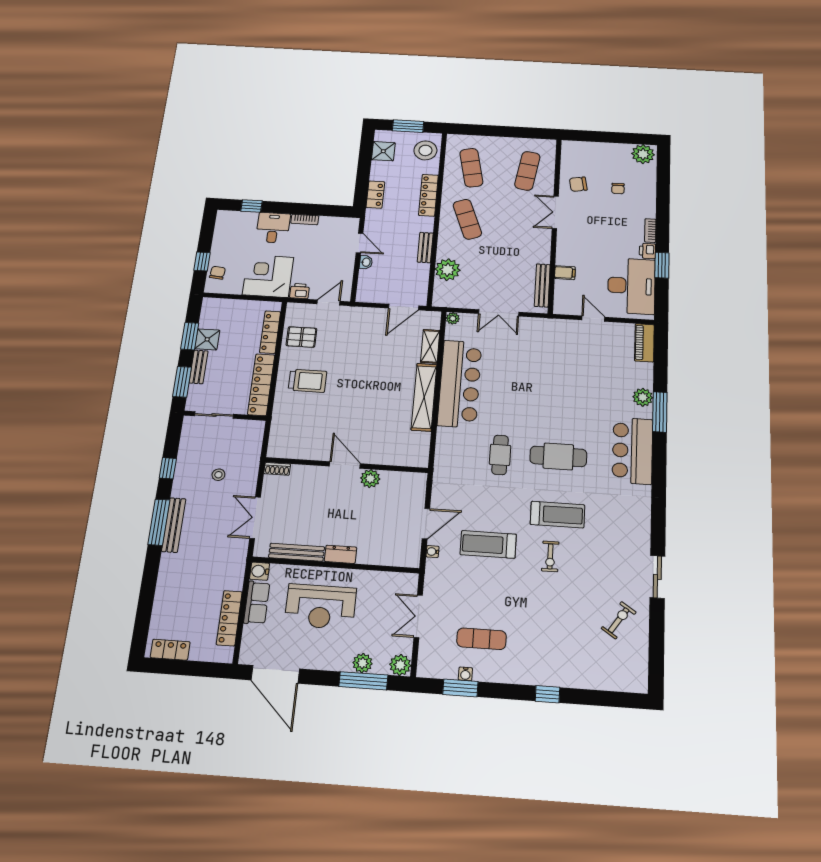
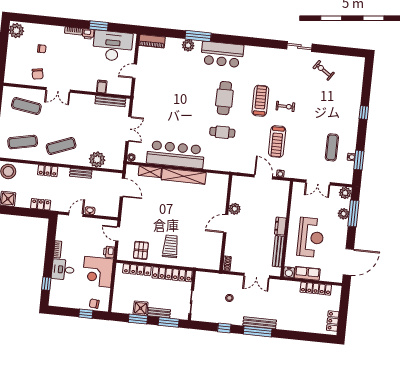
locker: (428, 195) -> (48, 171), width x0.66

